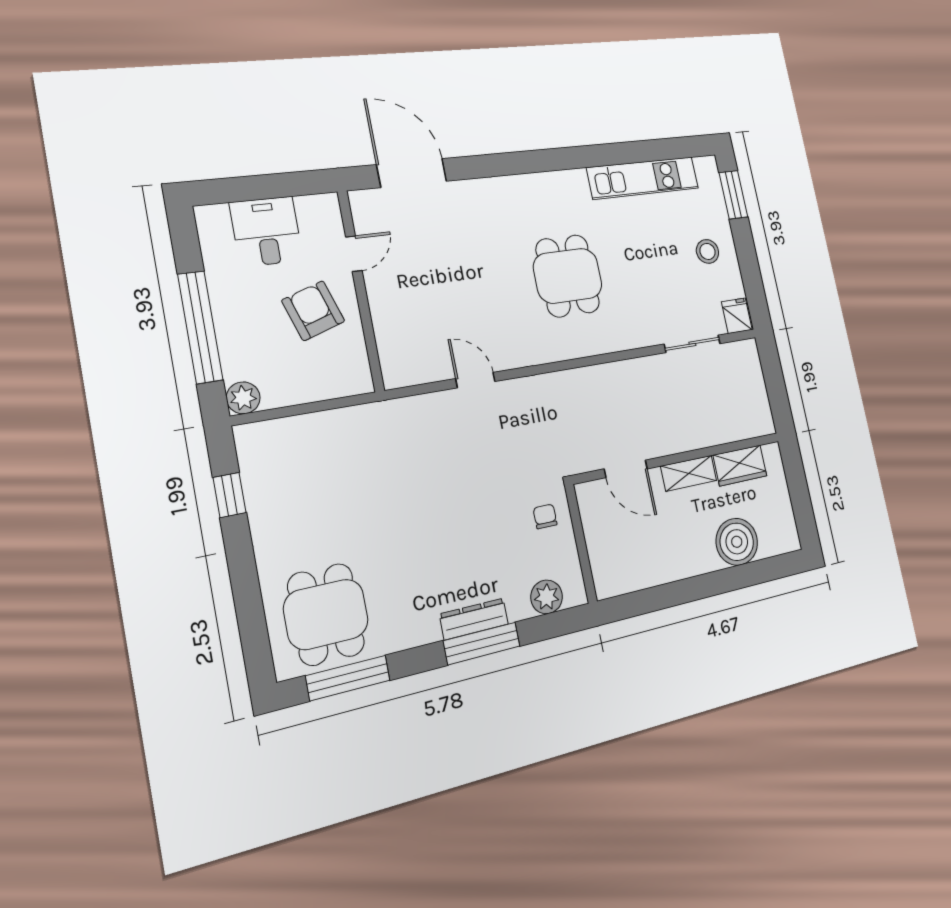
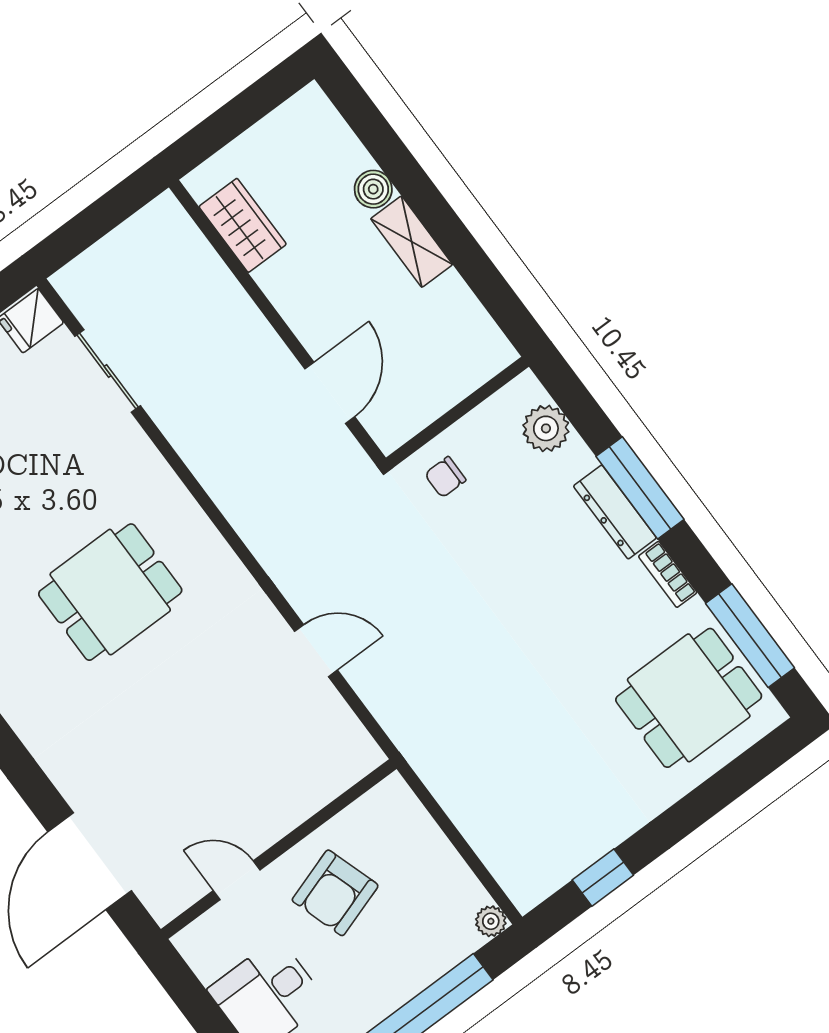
door: (475, 380) -> (316, 651), swing flipped
plant: (243, 398) -> (491, 921), width x0.73, depth x0.73
shelving: (689, 473) -> (412, 242), moved
boiler: (737, 542) -> (373, 189), width x0.54, depth x0.54
bookcase: (417, 637) -> (668, 574), added

